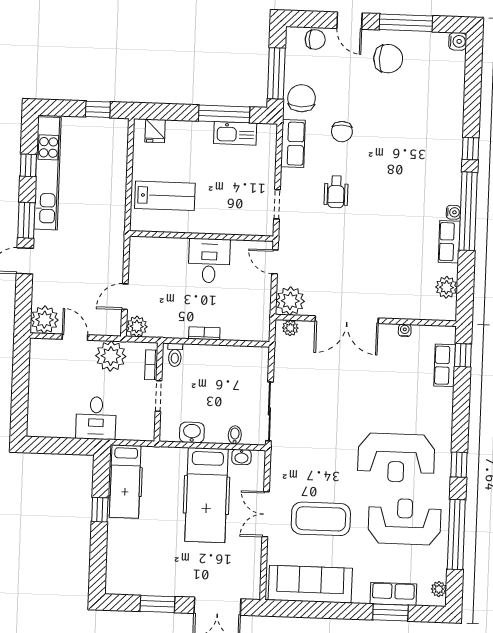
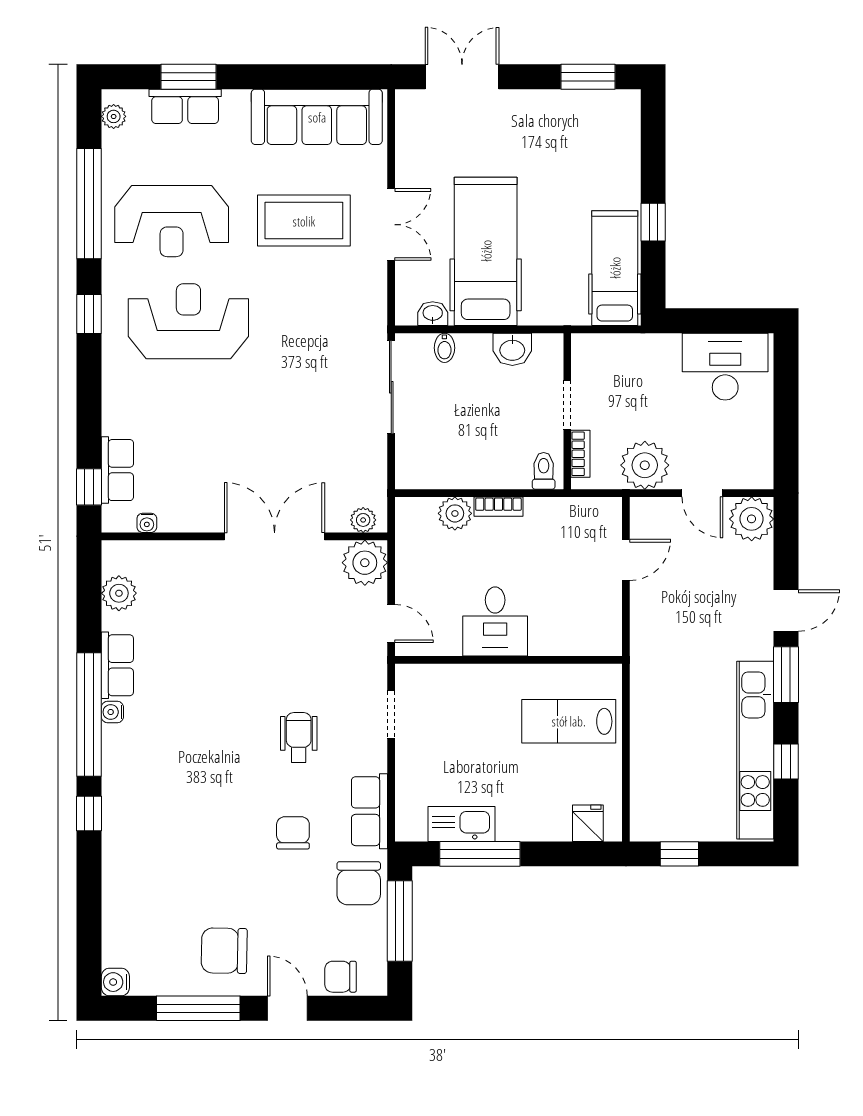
plant: (137, 326) -> (455, 513), moved
water cooler: (405, 330) -> (147, 523), moved
desk: (96, 418) -> (725, 367), moved, width x1.37
window: (157, 604) -> (588, 77), moved

